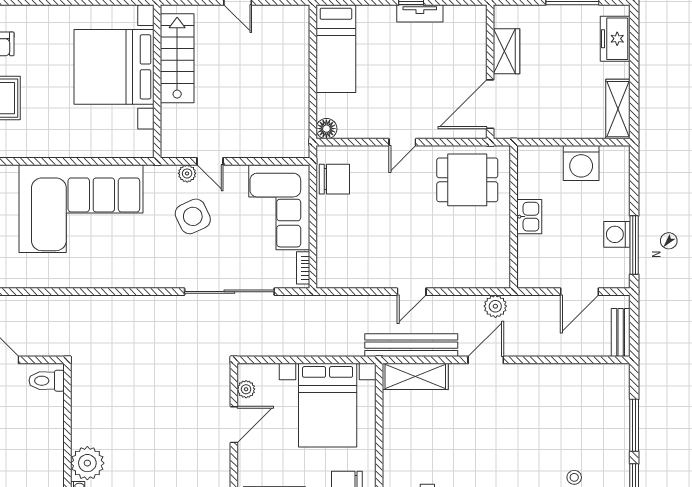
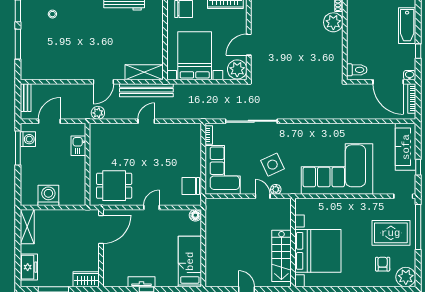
wardrobe: (506, 51) -> (86, 279), moved, turned 90
kitchen sink: (529, 217) -> (78, 146), moved
washing machine: (617, 234) -> (28, 139), moved
plant: (246, 389) -> (237, 69), width x1.88, depth x1.88

